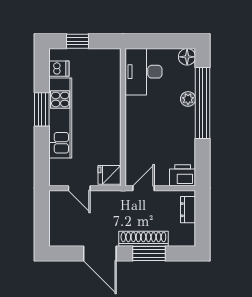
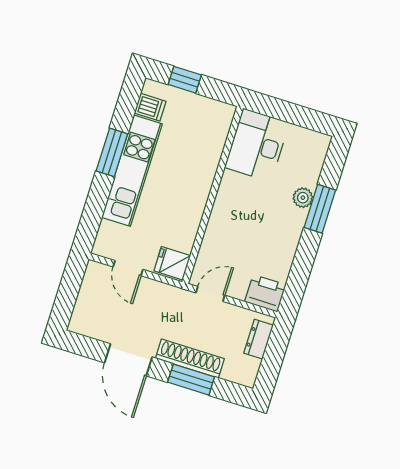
floor lamp: (187, 57) -> (318, 143), removed
window: (203, 103) -> (320, 209), width x0.47

